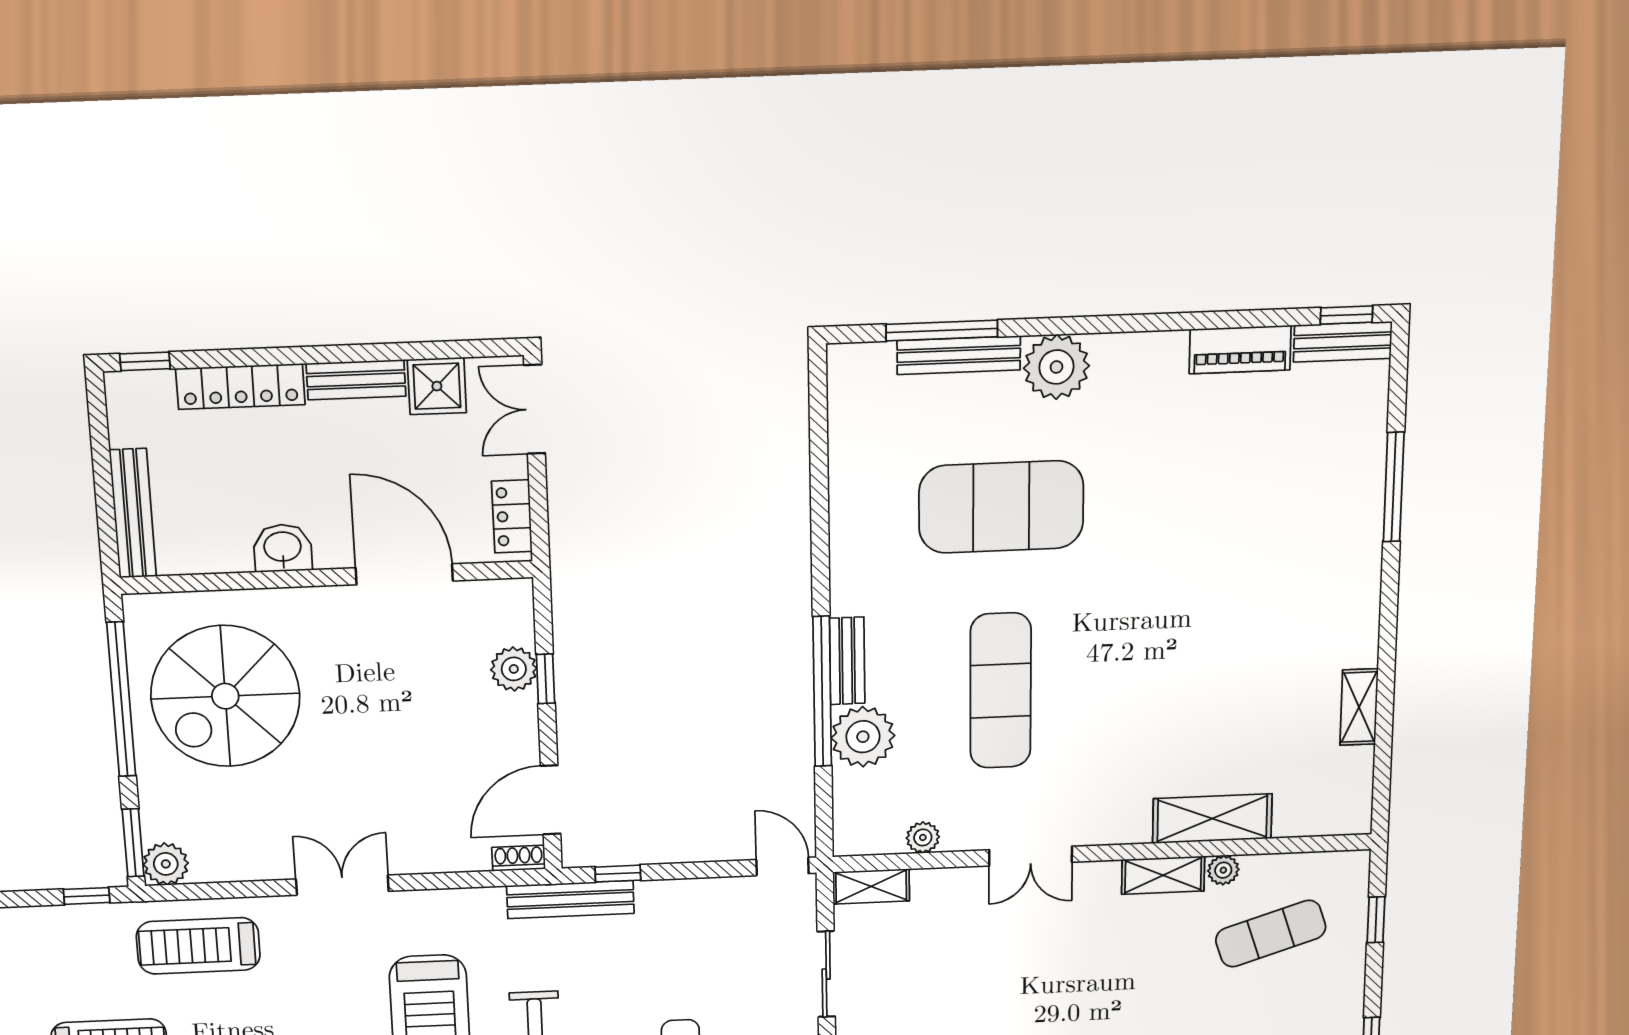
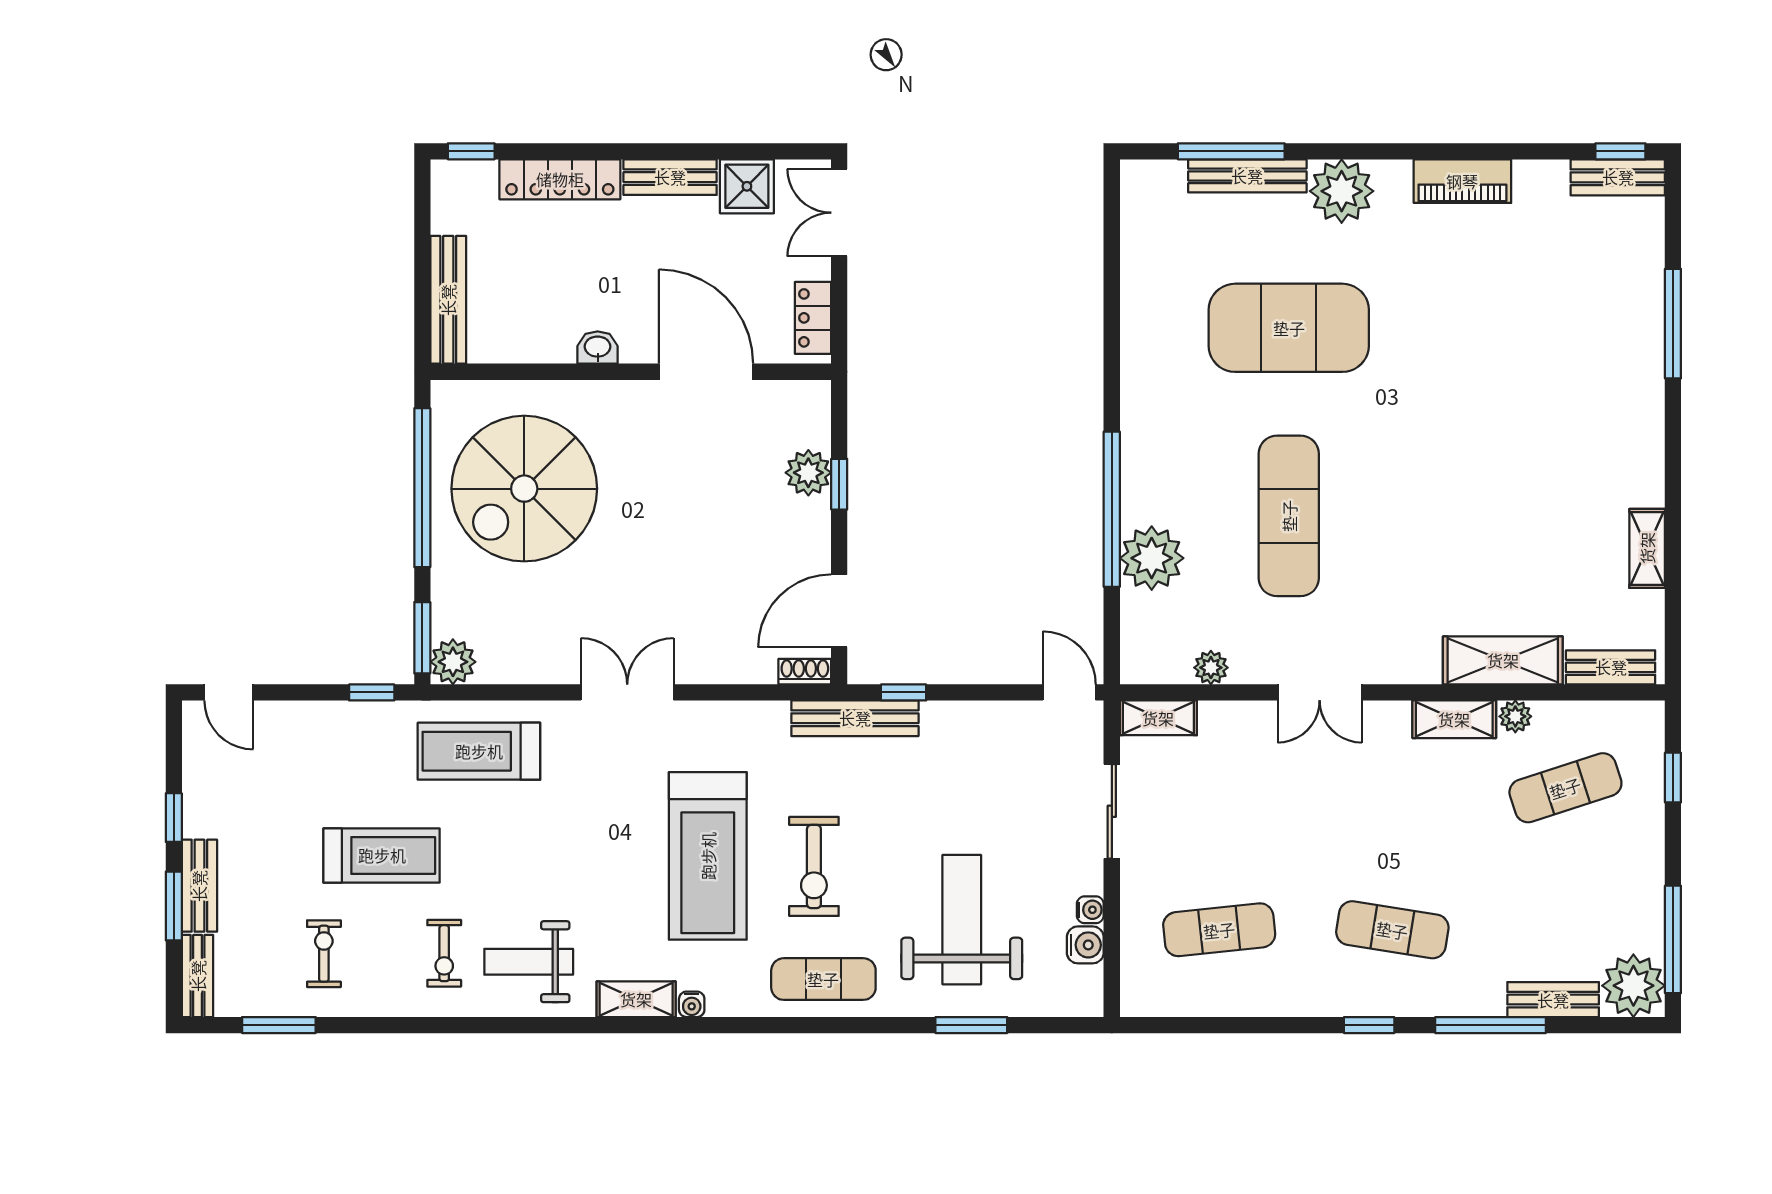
piano: (1240, 350) -> (1462, 181), moved
washbasin: (283, 548) -> (598, 348), width x0.72, depth x0.69
bench: (847, 661) -> (1611, 667), moved, turned 90

